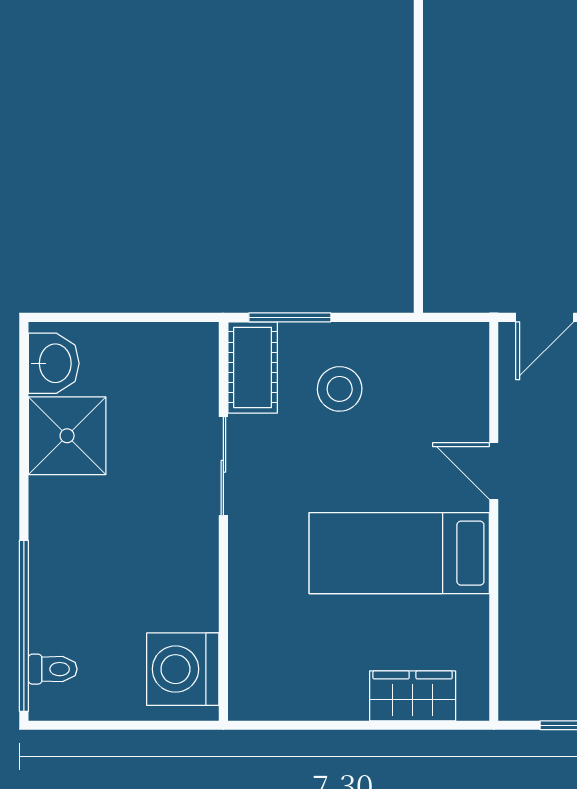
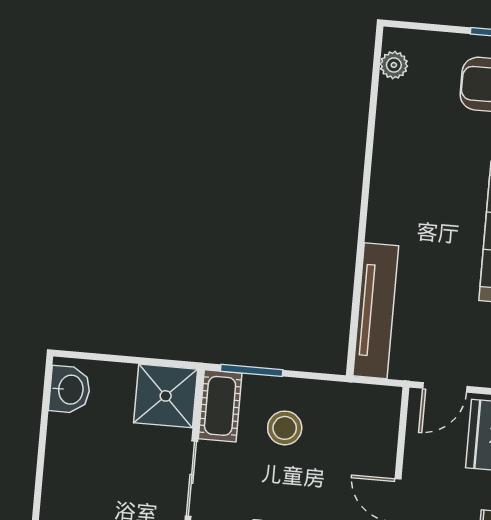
tv unit: (445, 225) -> (376, 311), added
shower: (67, 436) -> (166, 396), moved

